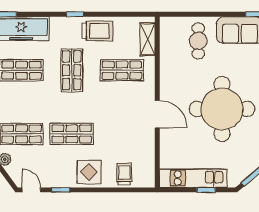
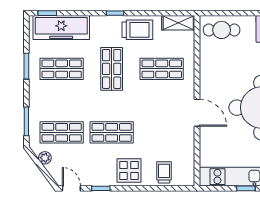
shelving: (147, 39) -> (178, 23), moved, turned 90
cafe table: (198, 41) -> (222, 30), moved, turned 90

